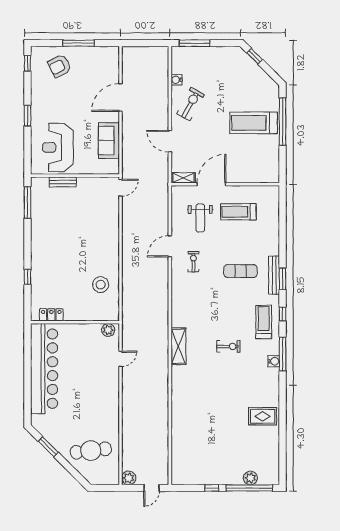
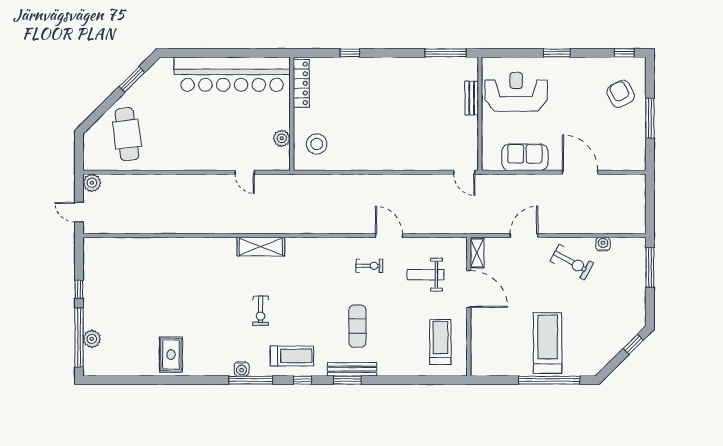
treadmill: (238, 212) -> (440, 342), moved
stool: (101, 285) -> (317, 144), moved
locker: (51, 315) -> (301, 83), width x1.53
plant: (108, 330) -> (282, 138), moved

